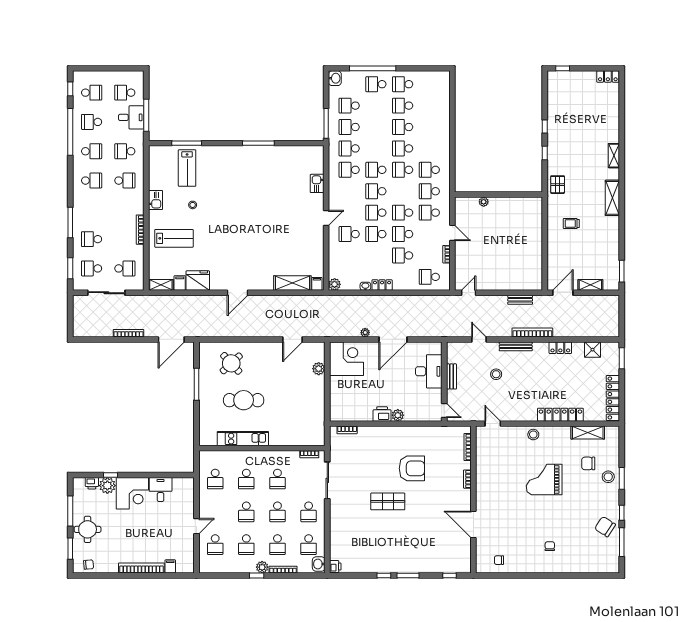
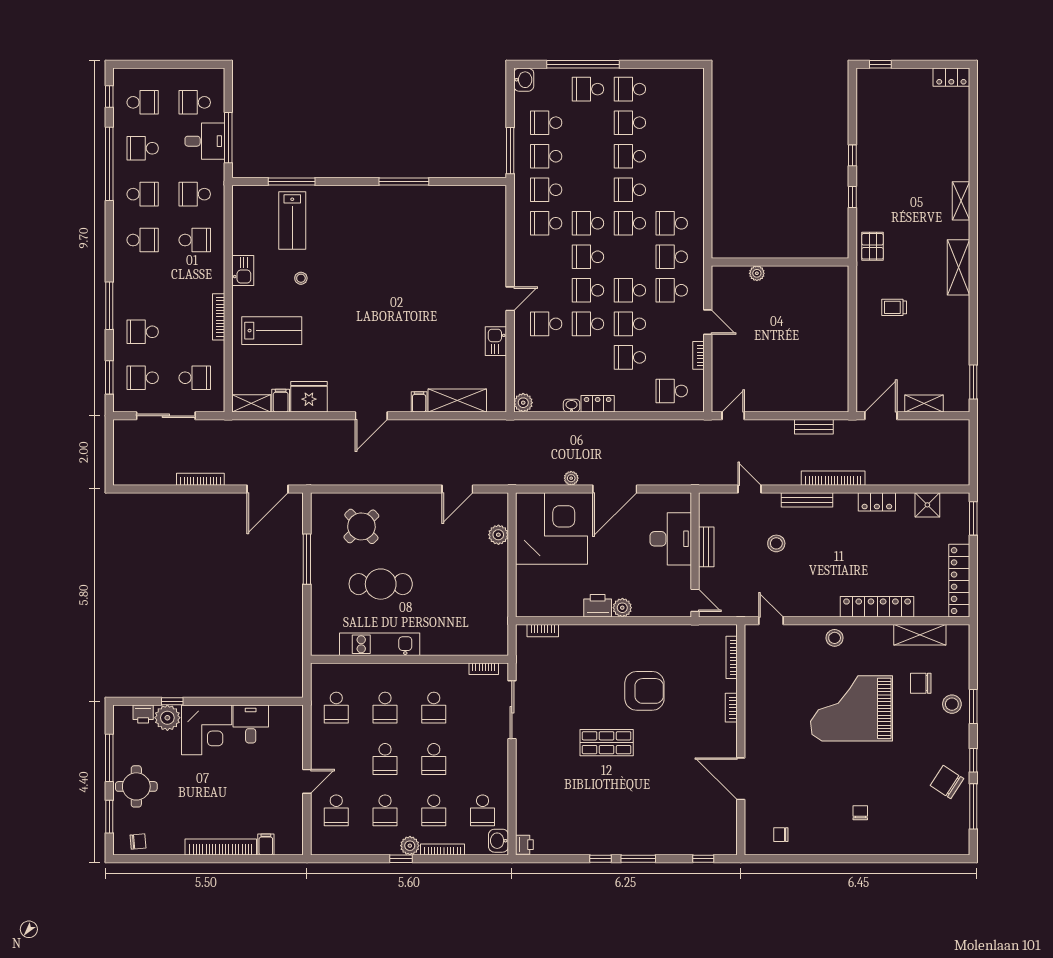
kitchen sink: (317, 183) -> (496, 341), moved
filing cabinet: (317, 284) -> (419, 402), moved
corner desk: (347, 359) -> (552, 529), width x1.36, depth x1.36
grand piano: (544, 480) -> (851, 708), width x1.37, depth x1.48
school desk: (309, 512) -> (483, 759), removed

